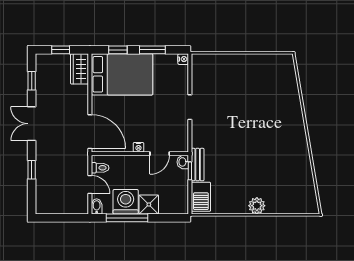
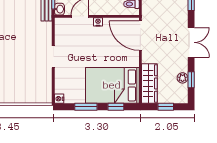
wardrobe: (79, 69) -> (149, 83), width x1.50
plant: (41, 83) -> (183, 78), added

